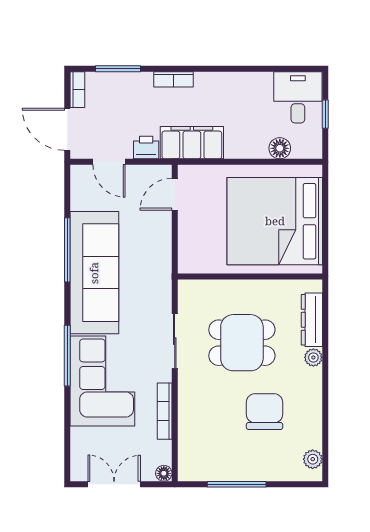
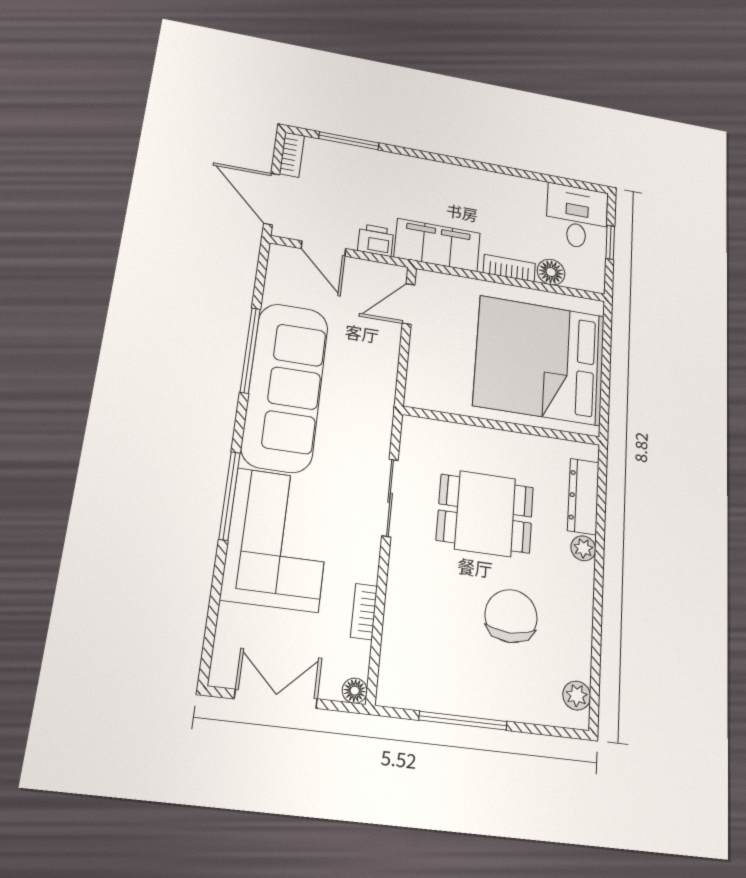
bookcase: (174, 79) -> (509, 268), moved, turned 180
bookcase: (165, 411) -> (364, 612), width x0.64

